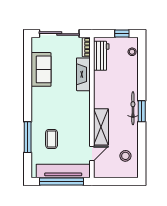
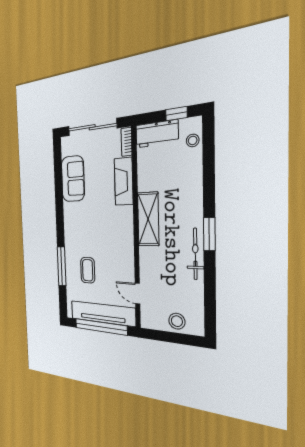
workbench: (101, 56) -> (157, 134), moved, turned 90
bicycle: (133, 108) -> (195, 254), moved
shelving: (101, 127) -> (148, 219), moved
door: (92, 153) -> (138, 294), swing flipped
stool: (125, 156) -> (177, 321), moved

